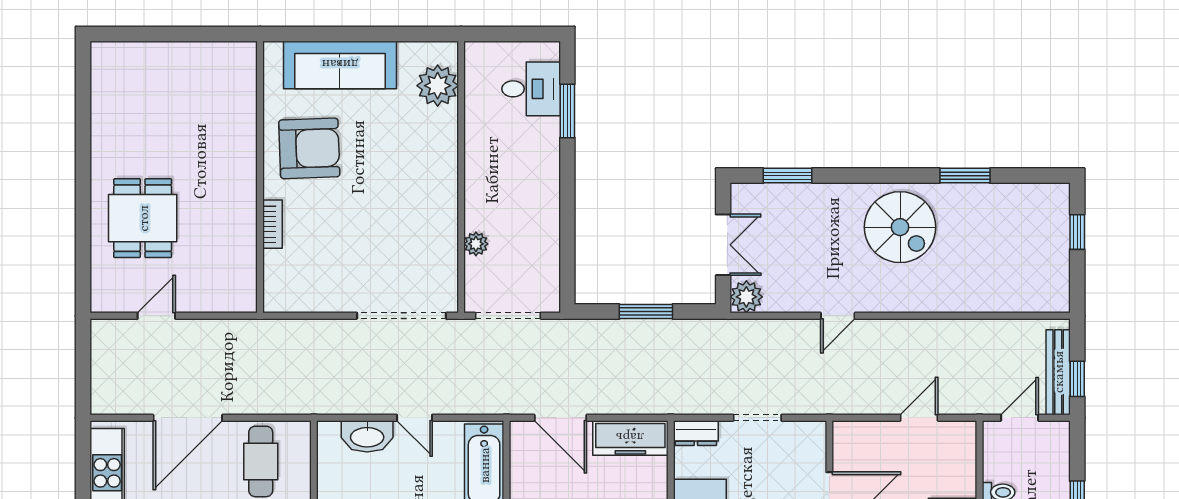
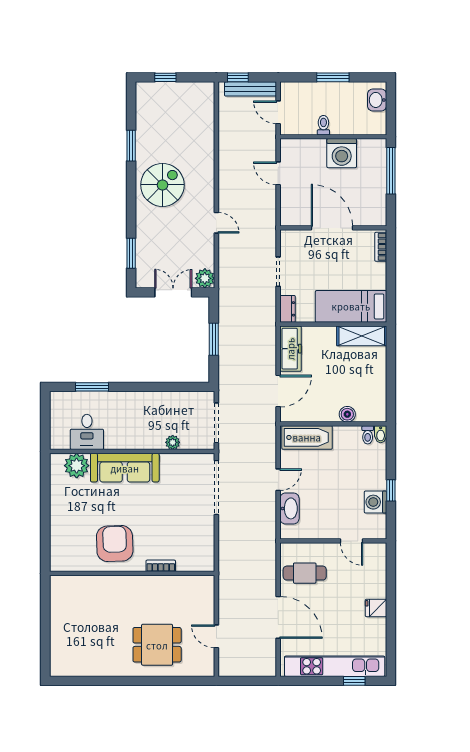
sofa: (340, 65) -> (125, 468), moved, turned 90
desk: (531, 89) -> (87, 432), moved, turned 180
window: (1077, 379) -> (238, 77), moved

